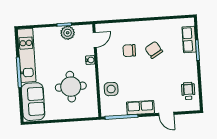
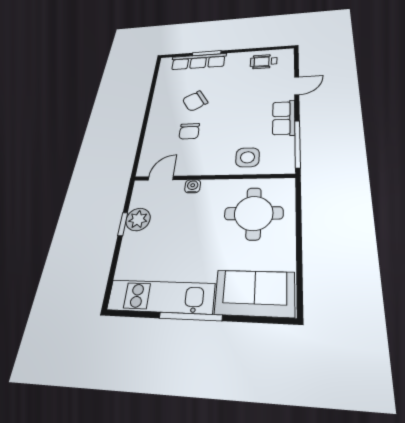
row of seats: (189, 39) -> (198, 62), width x1.48
door: (95, 40) -> (161, 178), hinge flipped
round table: (71, 87) -> (254, 213), moved

